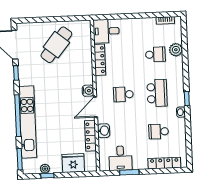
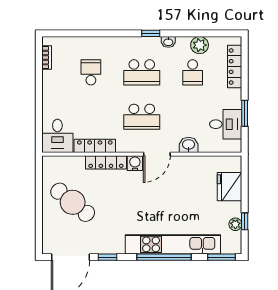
plant: (176, 50) -> (200, 45), moved
school desk: (157, 93) -> (142, 72), turned 180
school desk: (123, 94) -> (142, 117), width x1.85
door: (95, 107) -> (157, 154), hinge flipped
locker: (90, 136) -> (106, 162), moved

